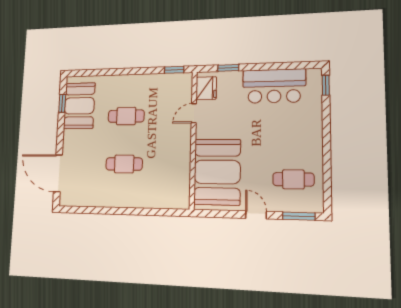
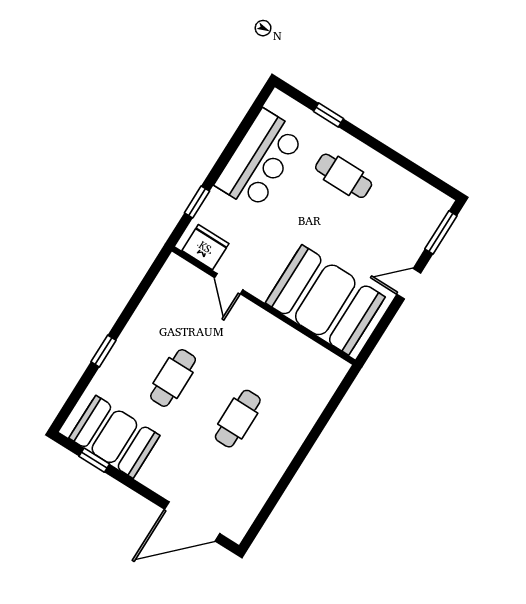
window: (174, 70) -> (103, 351), moved
window: (326, 85) -> (328, 115), moved
cafe table: (293, 179) -> (344, 176), moved, turned 90

